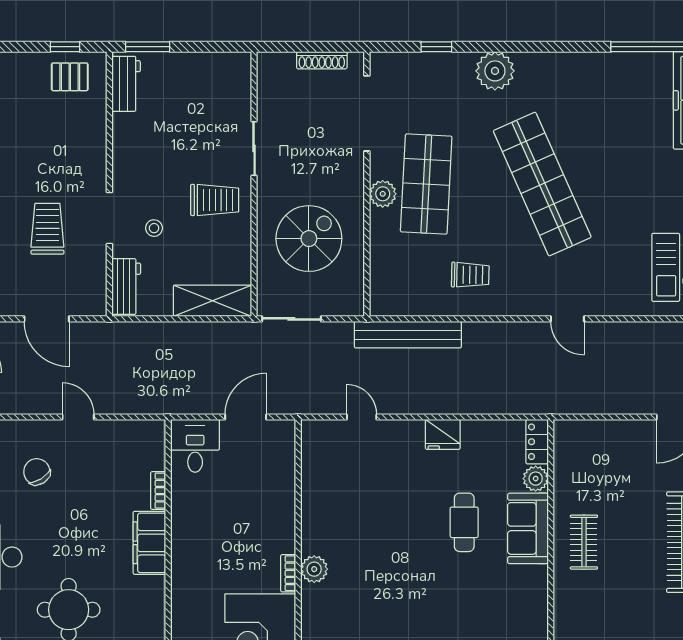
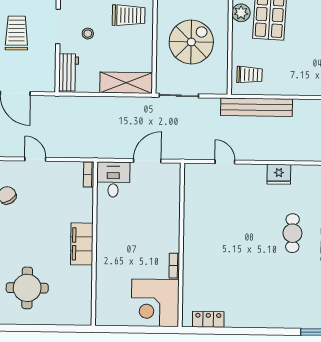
trolley: (470, 275) -> (249, 75), moved
bookcase: (158, 491) -> (89, 175), moved
plant: (314, 569) -> (192, 263), removed

